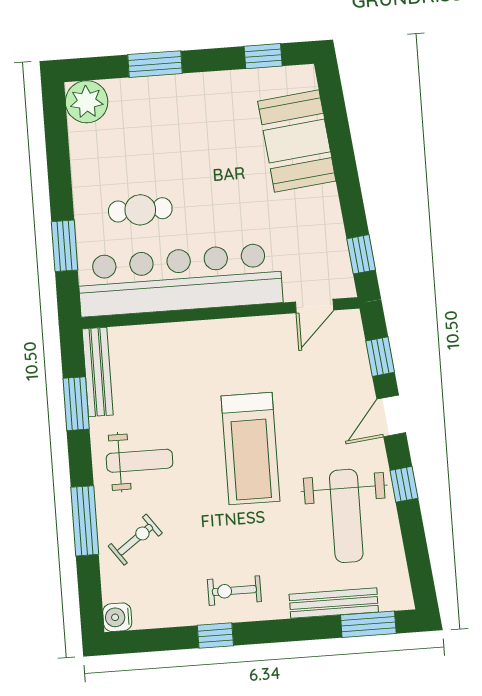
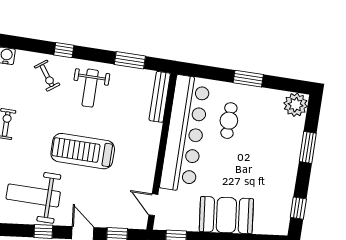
booth: (297, 141) -> (226, 215), moved
window: (65, 246) -> (248, 79), moved
bench: (98, 372) -> (160, 97), moved, turned 90
window: (85, 521) -> (64, 50), width x0.46

